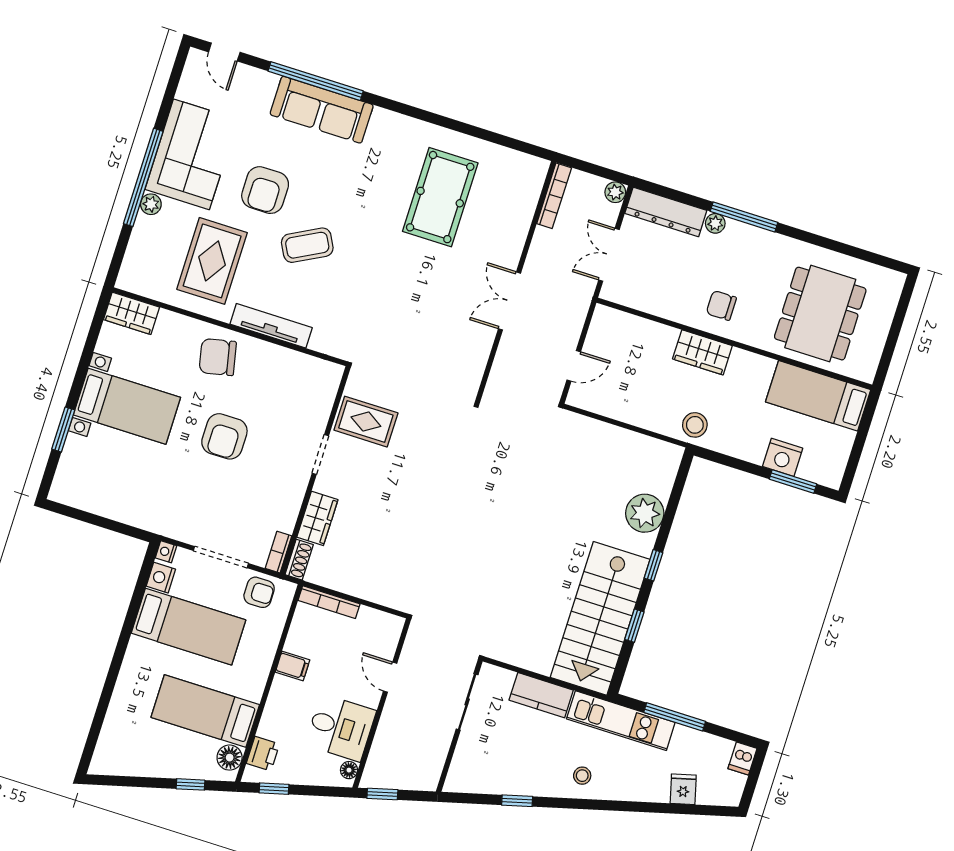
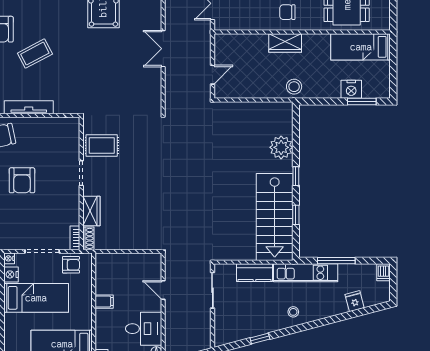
bookcase: (329, 602) -> (114, 258), removed

